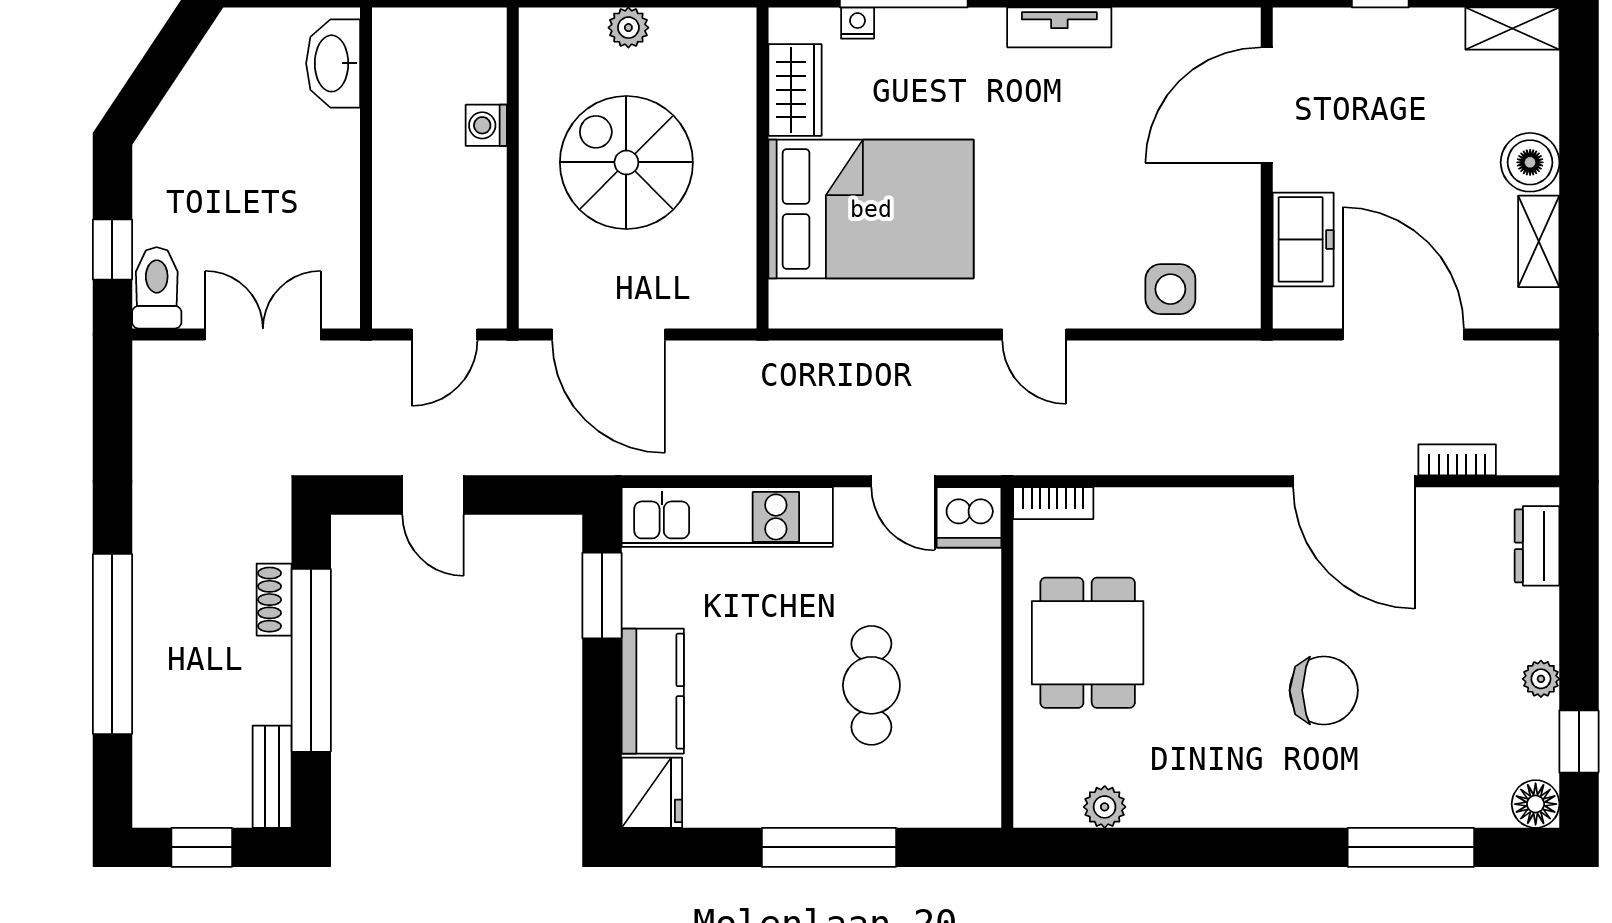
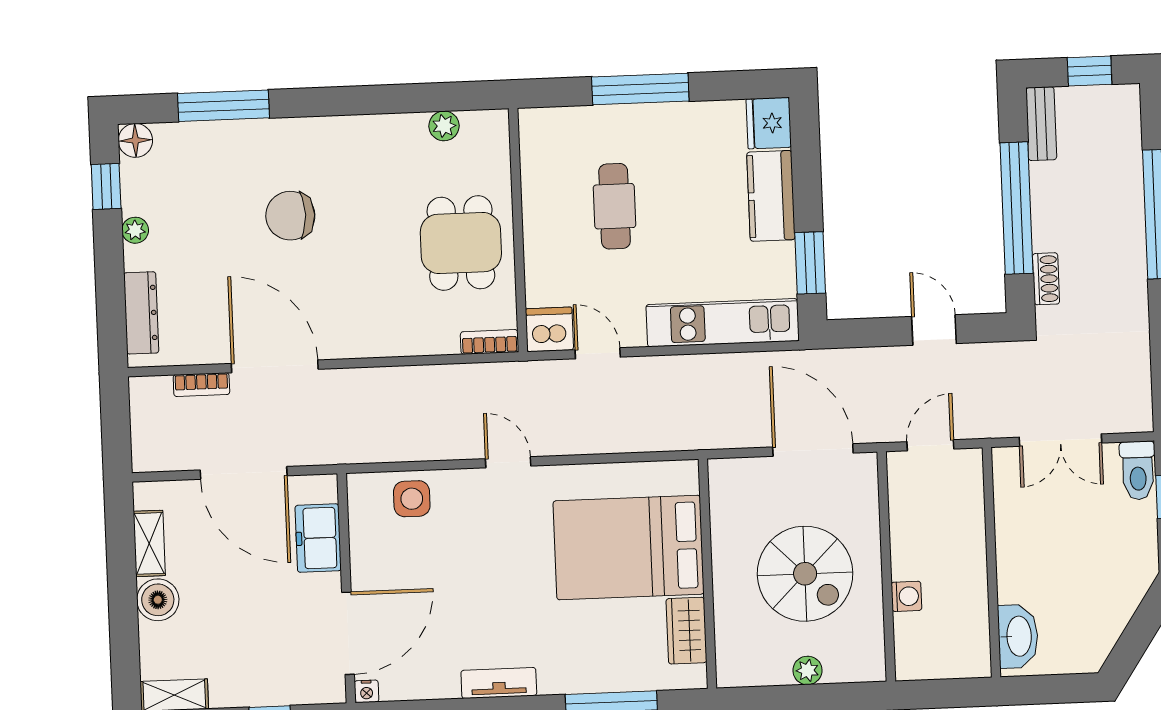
nightstand: (858, 23) -> (367, 691), moved
dresser: (1537, 546) -> (141, 313), width x1.44
shoe rack: (274, 600) -> (1046, 279), moved

